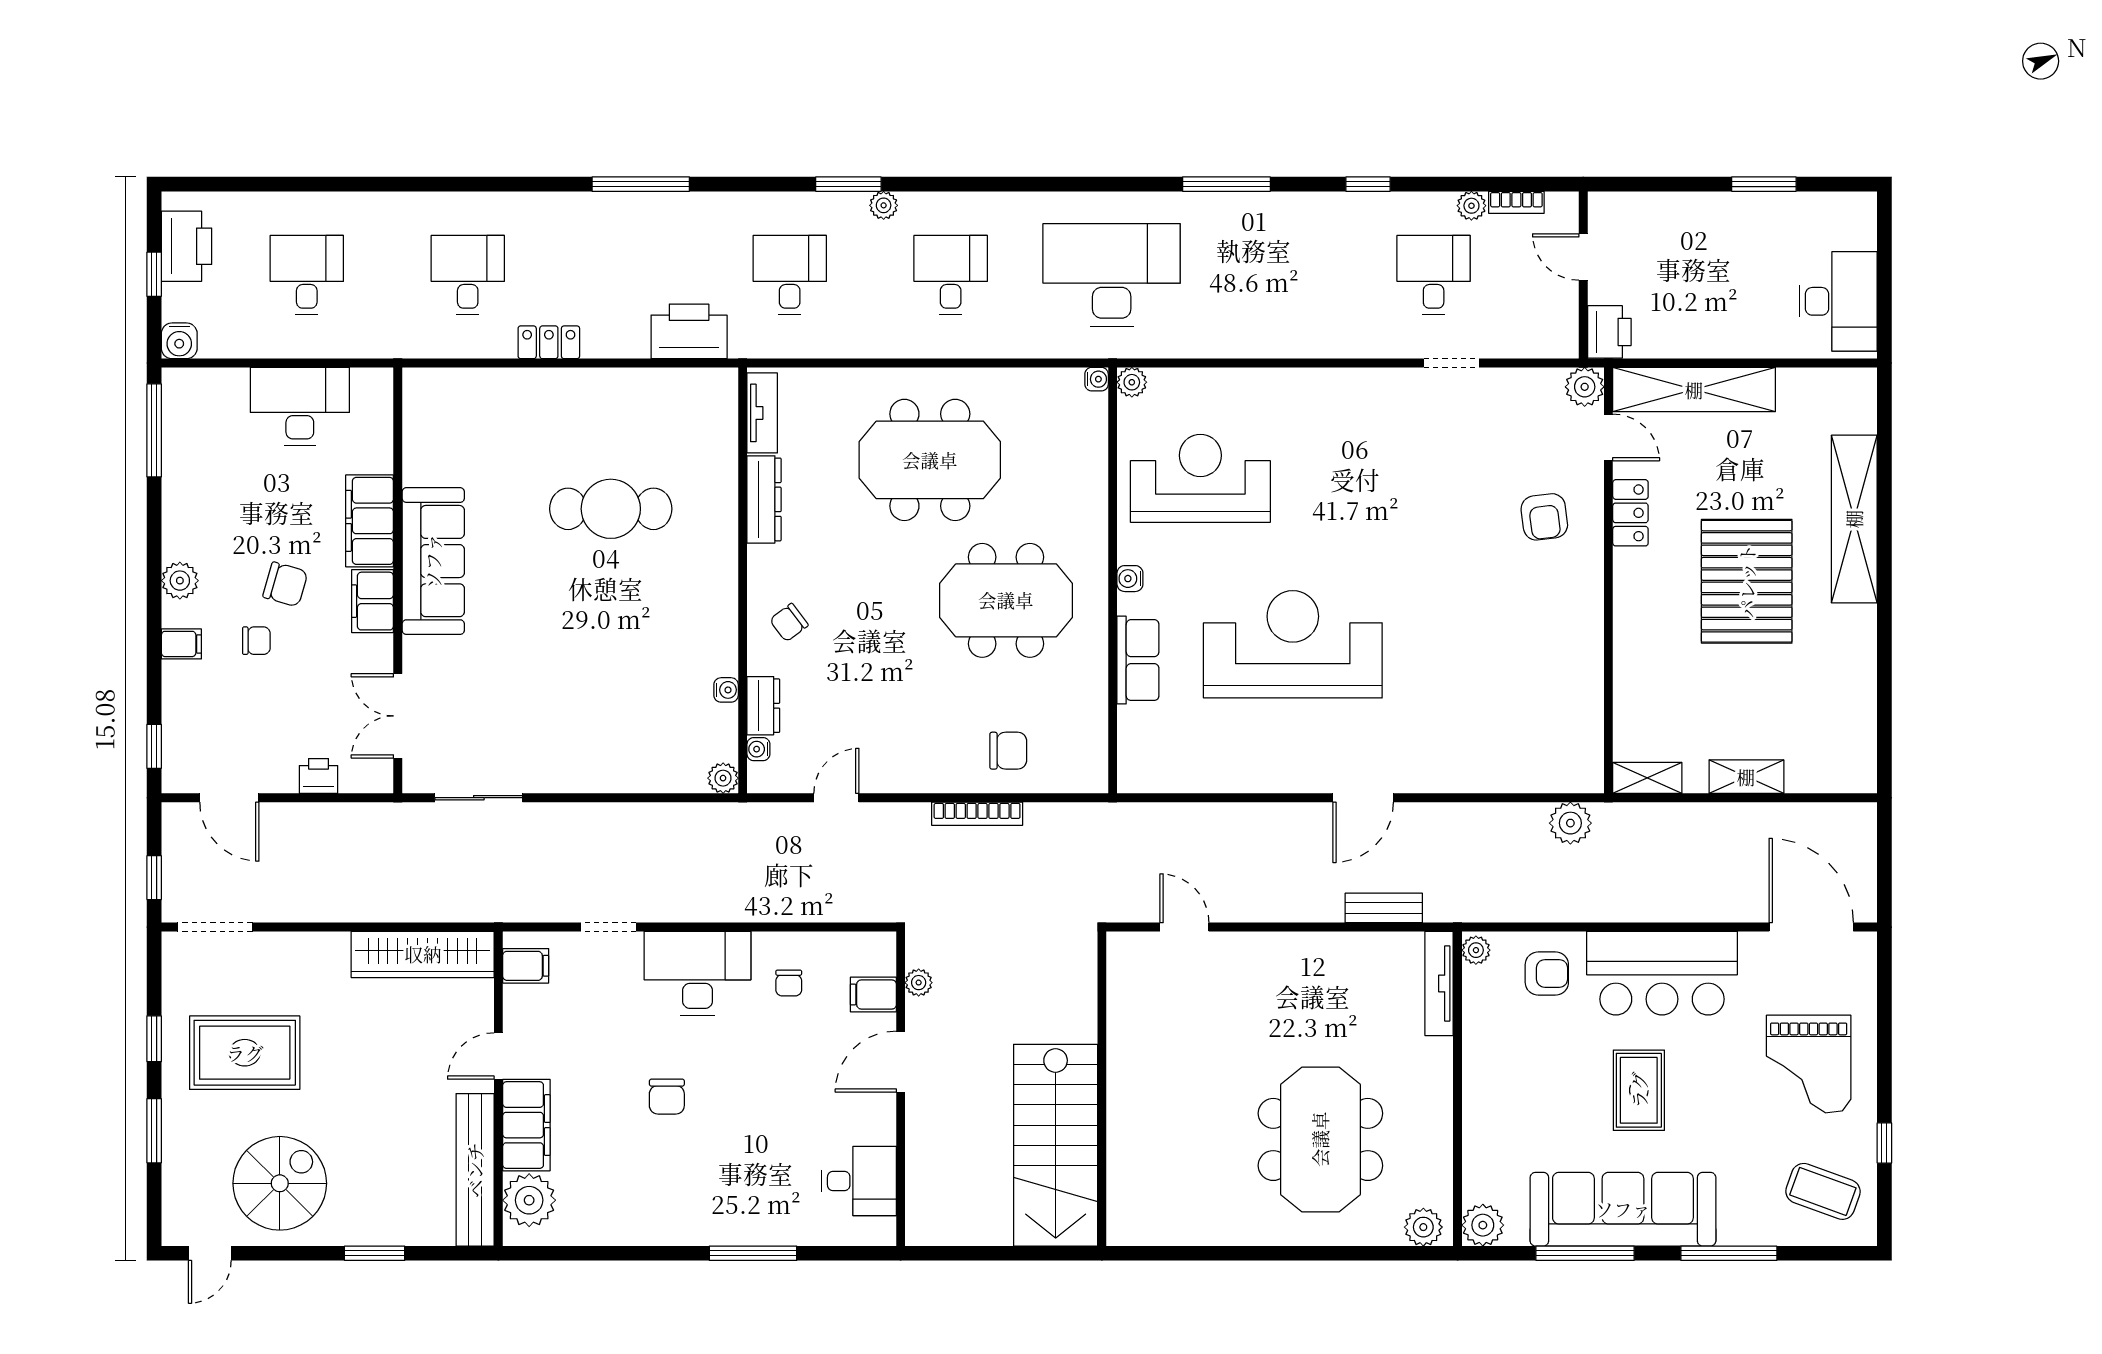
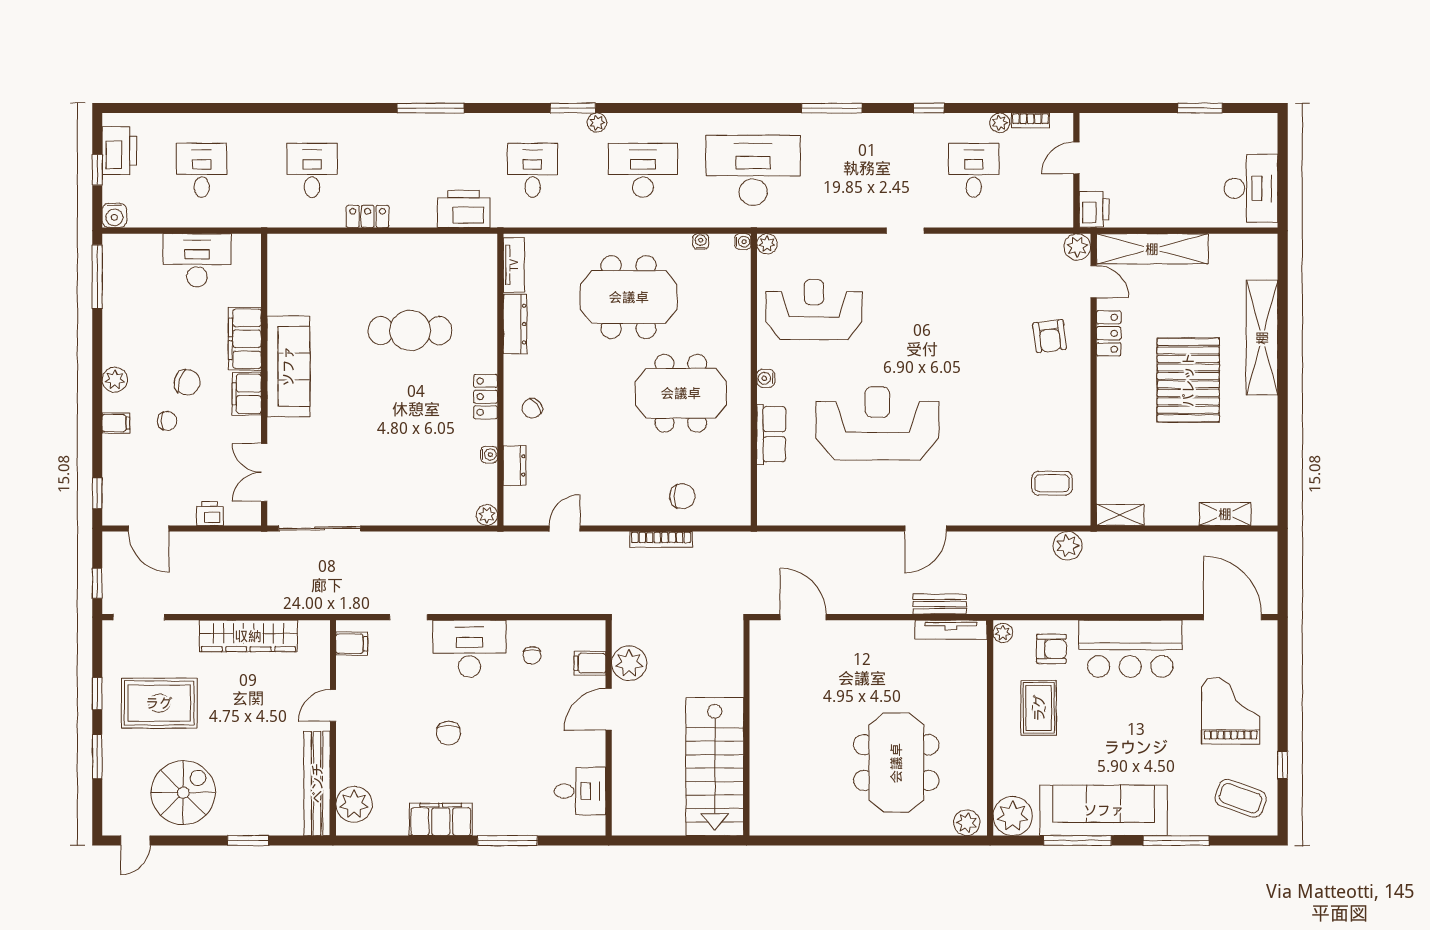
door: (1583, 257) -> (1076, 158), hinge flipped
desk: (951, 275) -> (643, 170), width x1.37
doorway: (1451, 363) -> (905, 231), moved
locker: (721, 605) -> (486, 397), added
coffee table: (1548, 732) -> (1052, 483), added
water cooler: (758, 749) -> (701, 241), moved, turned 90
shelving: (1746, 777) -> (1225, 514), moved
sliding door: (479, 798) -> (320, 528), width x1.37
door: (1184, 927) -> (803, 617), width x1.38
wardrobe: (423, 954) -> (248, 636), moved
plant: (919, 983) -> (629, 663), width x1.88, depth x1.88
tv unit: (1439, 983) -> (951, 630), moved, turned -90
grand piano: (1809, 1064) -> (1231, 711), turned 180
rug: (1639, 1090) -> (1039, 708), moved
filing cabinet: (526, 1125) -> (441, 819), moved, turned -90
plant: (1483, 1225) -> (1013, 816), width x1.36, depth x1.36

